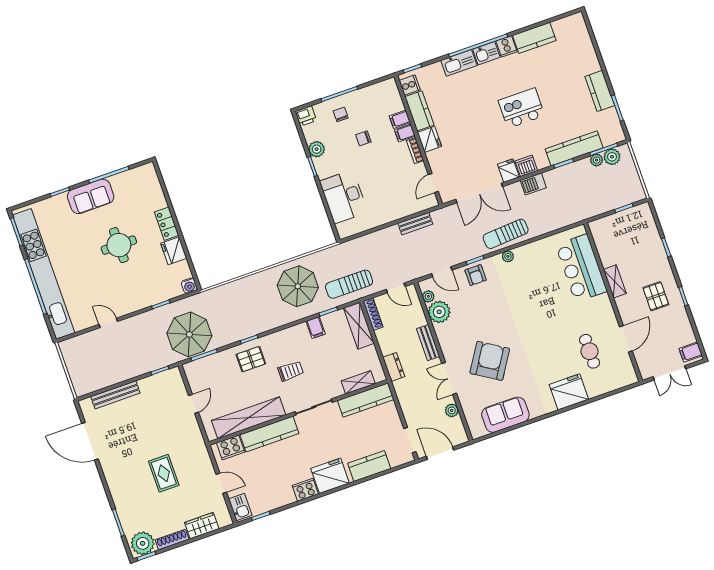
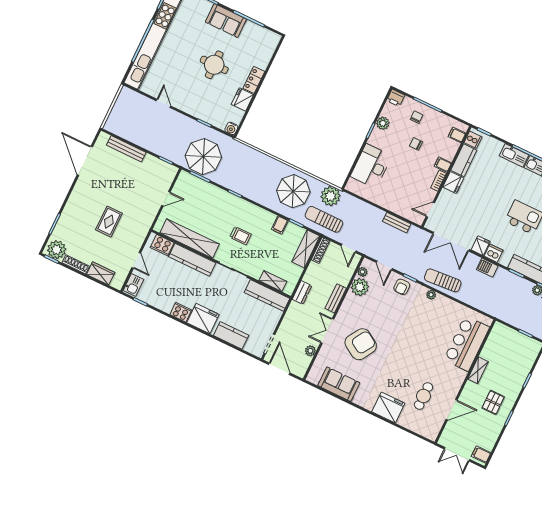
filing cabinet: (400, 119) -> (457, 135), moved
plant: (335, 258) -> (330, 196), added
pallet: (251, 359) -> (224, 206), removed

